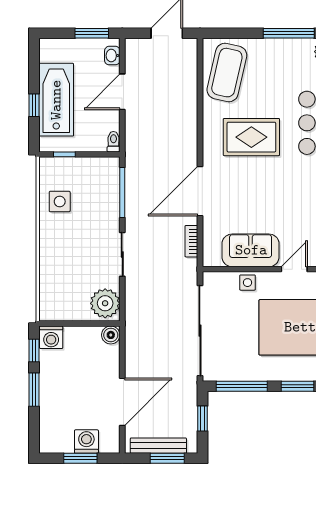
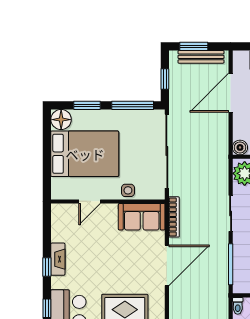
bookcase: (191, 241) -> (174, 217), width x1.56
sofa: (251, 250) -> (142, 217), moved

